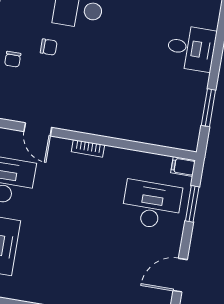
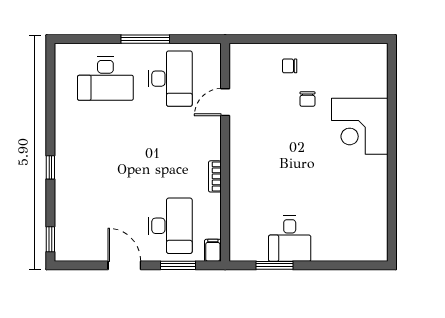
desk: (191, 48) -> (290, 239), moved
bookcase: (88, 148) -> (215, 176), moved
door: (180, 275) -> (124, 265), moved

